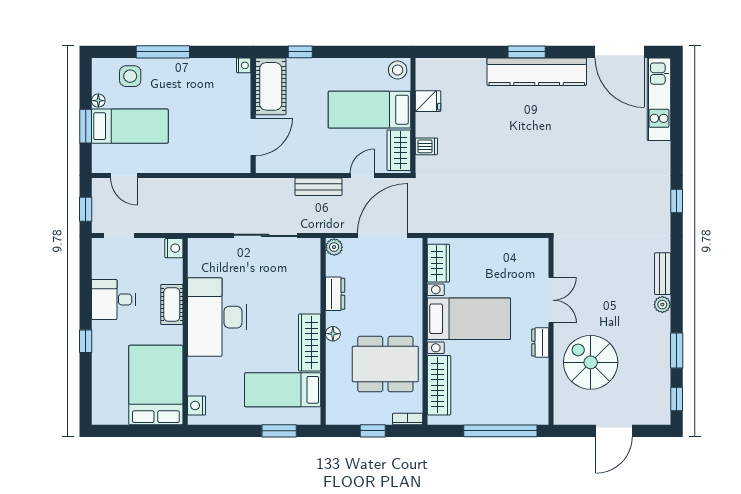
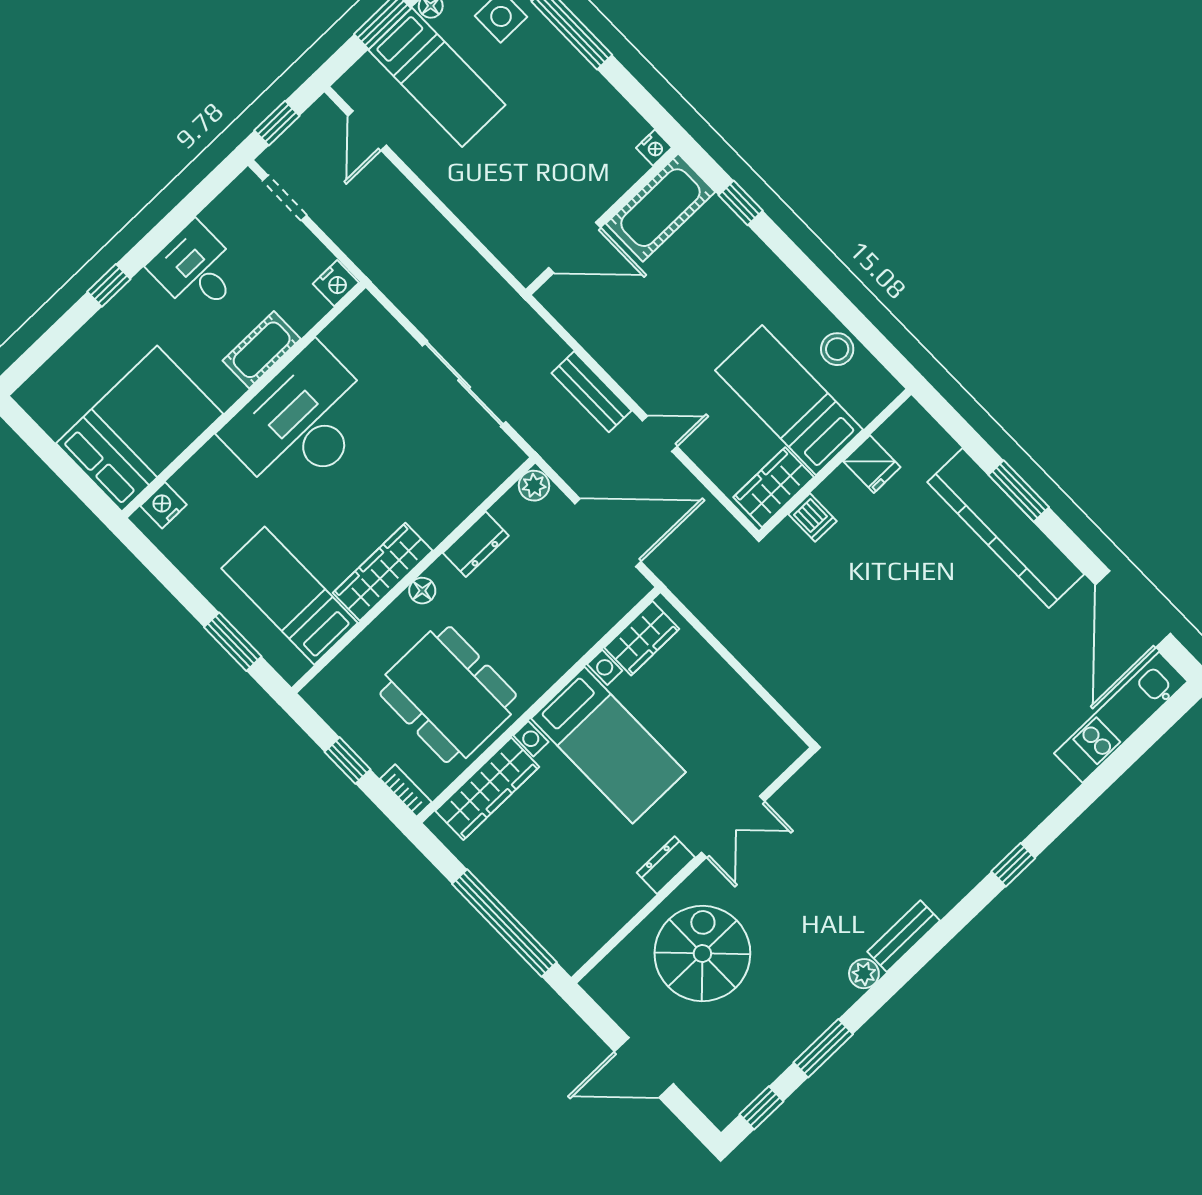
fridge: (428, 101) -> (872, 464), moved
bed: (369, 110) -> (789, 400), moved
wall: (413, 115) -> (835, 463), moved
dishwasher: (426, 146) -> (812, 518), moved
wardrobe: (399, 150) -> (774, 487), moved

